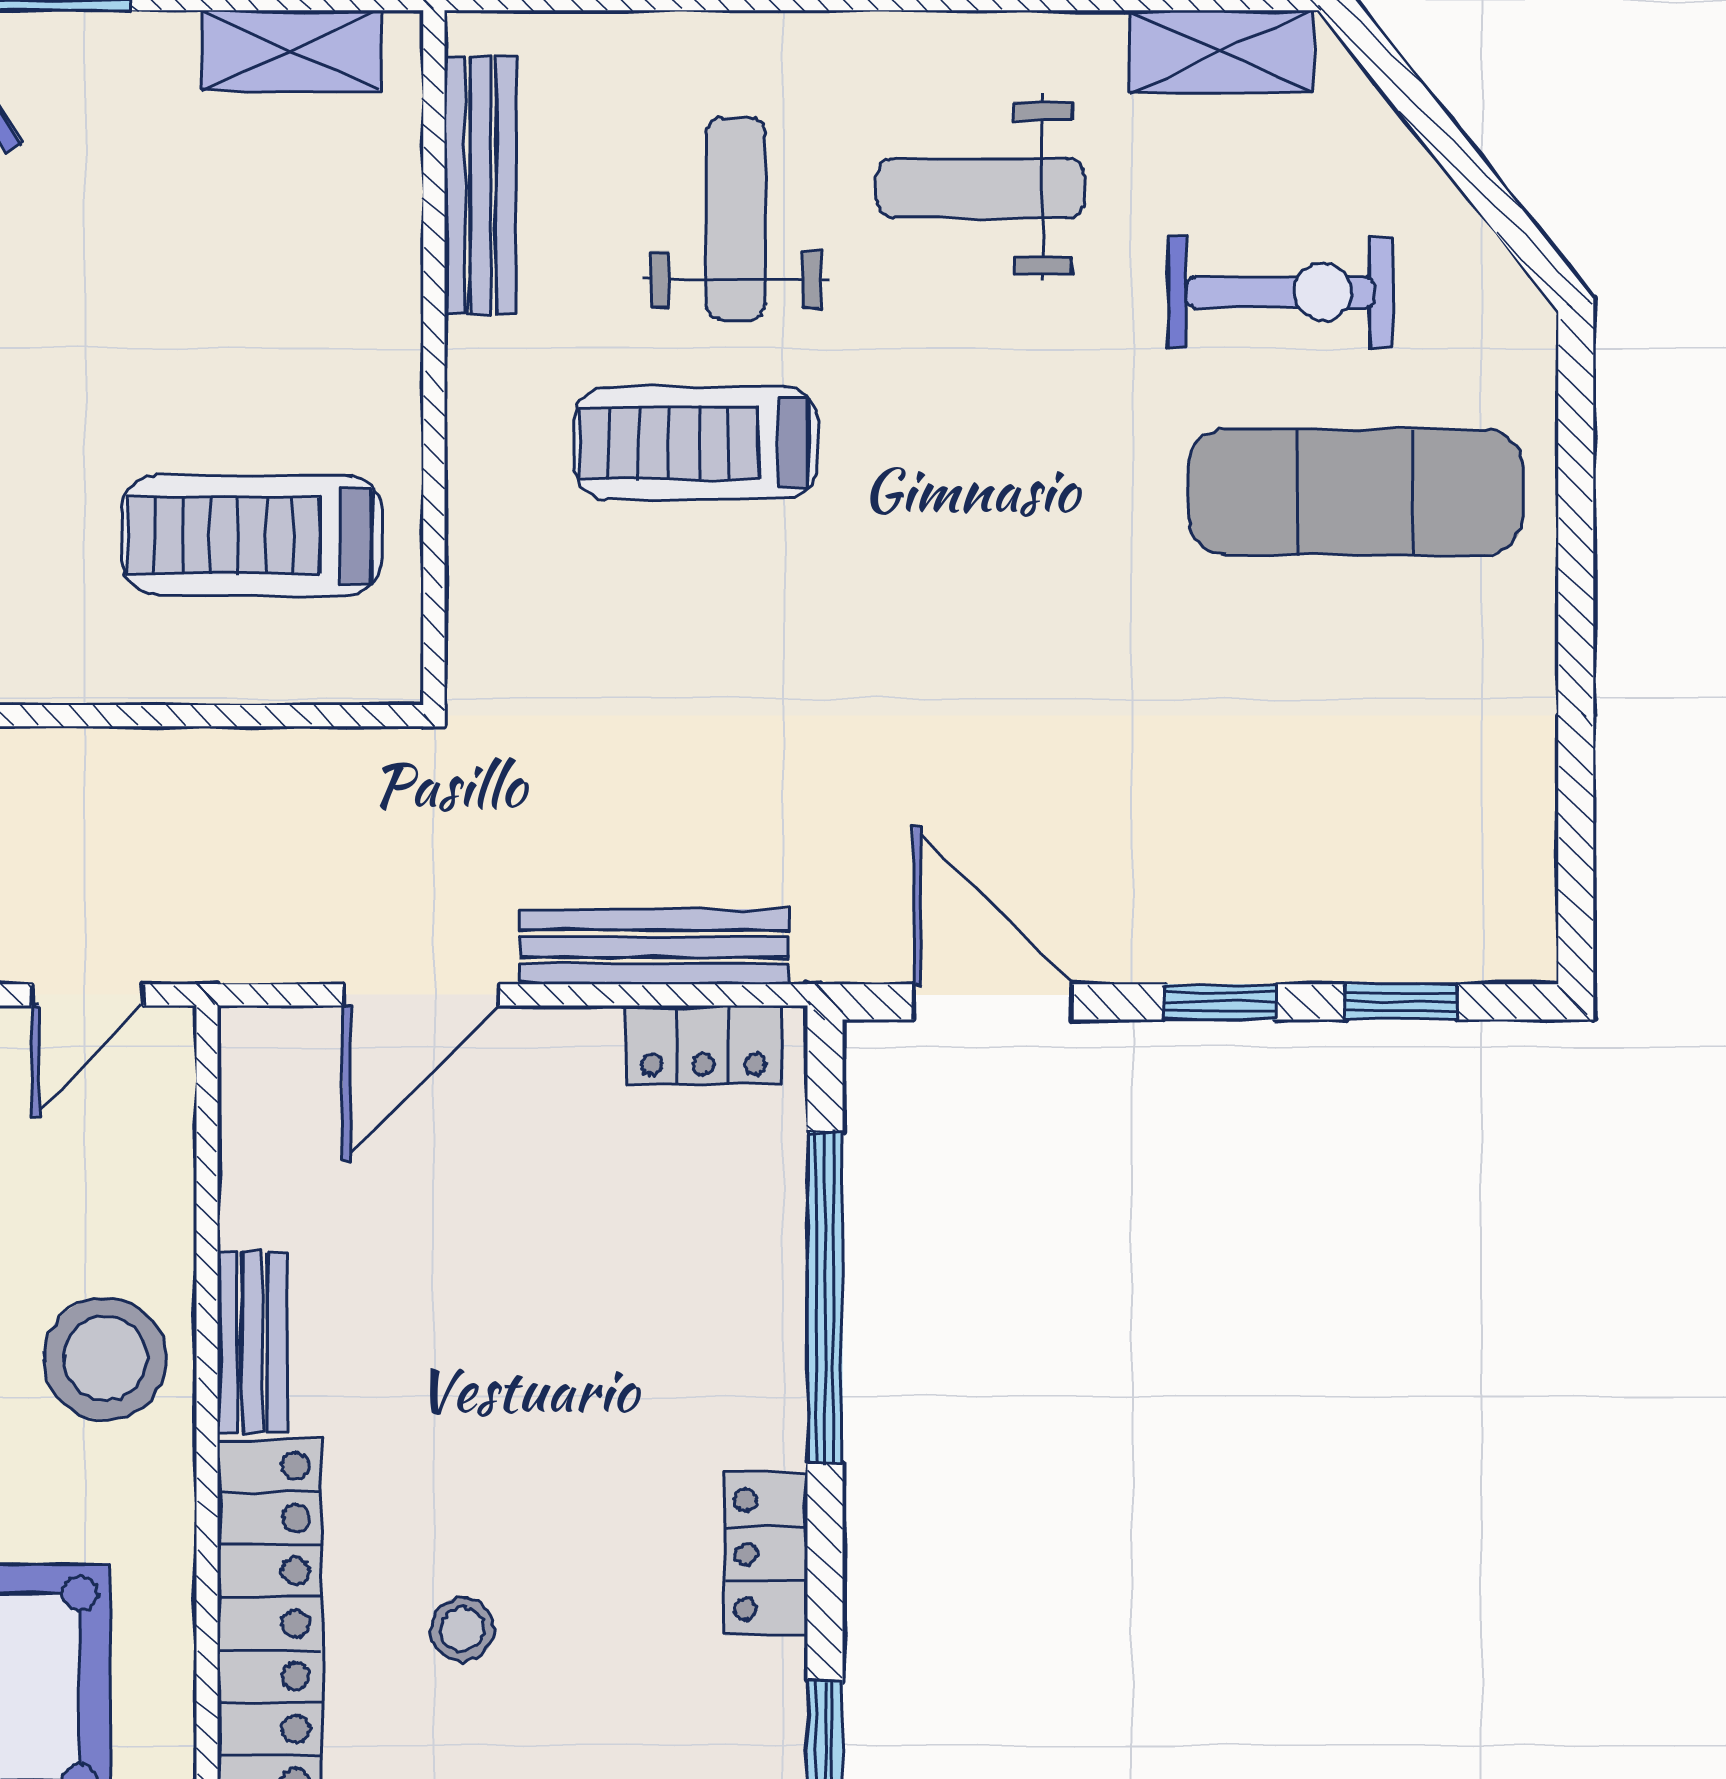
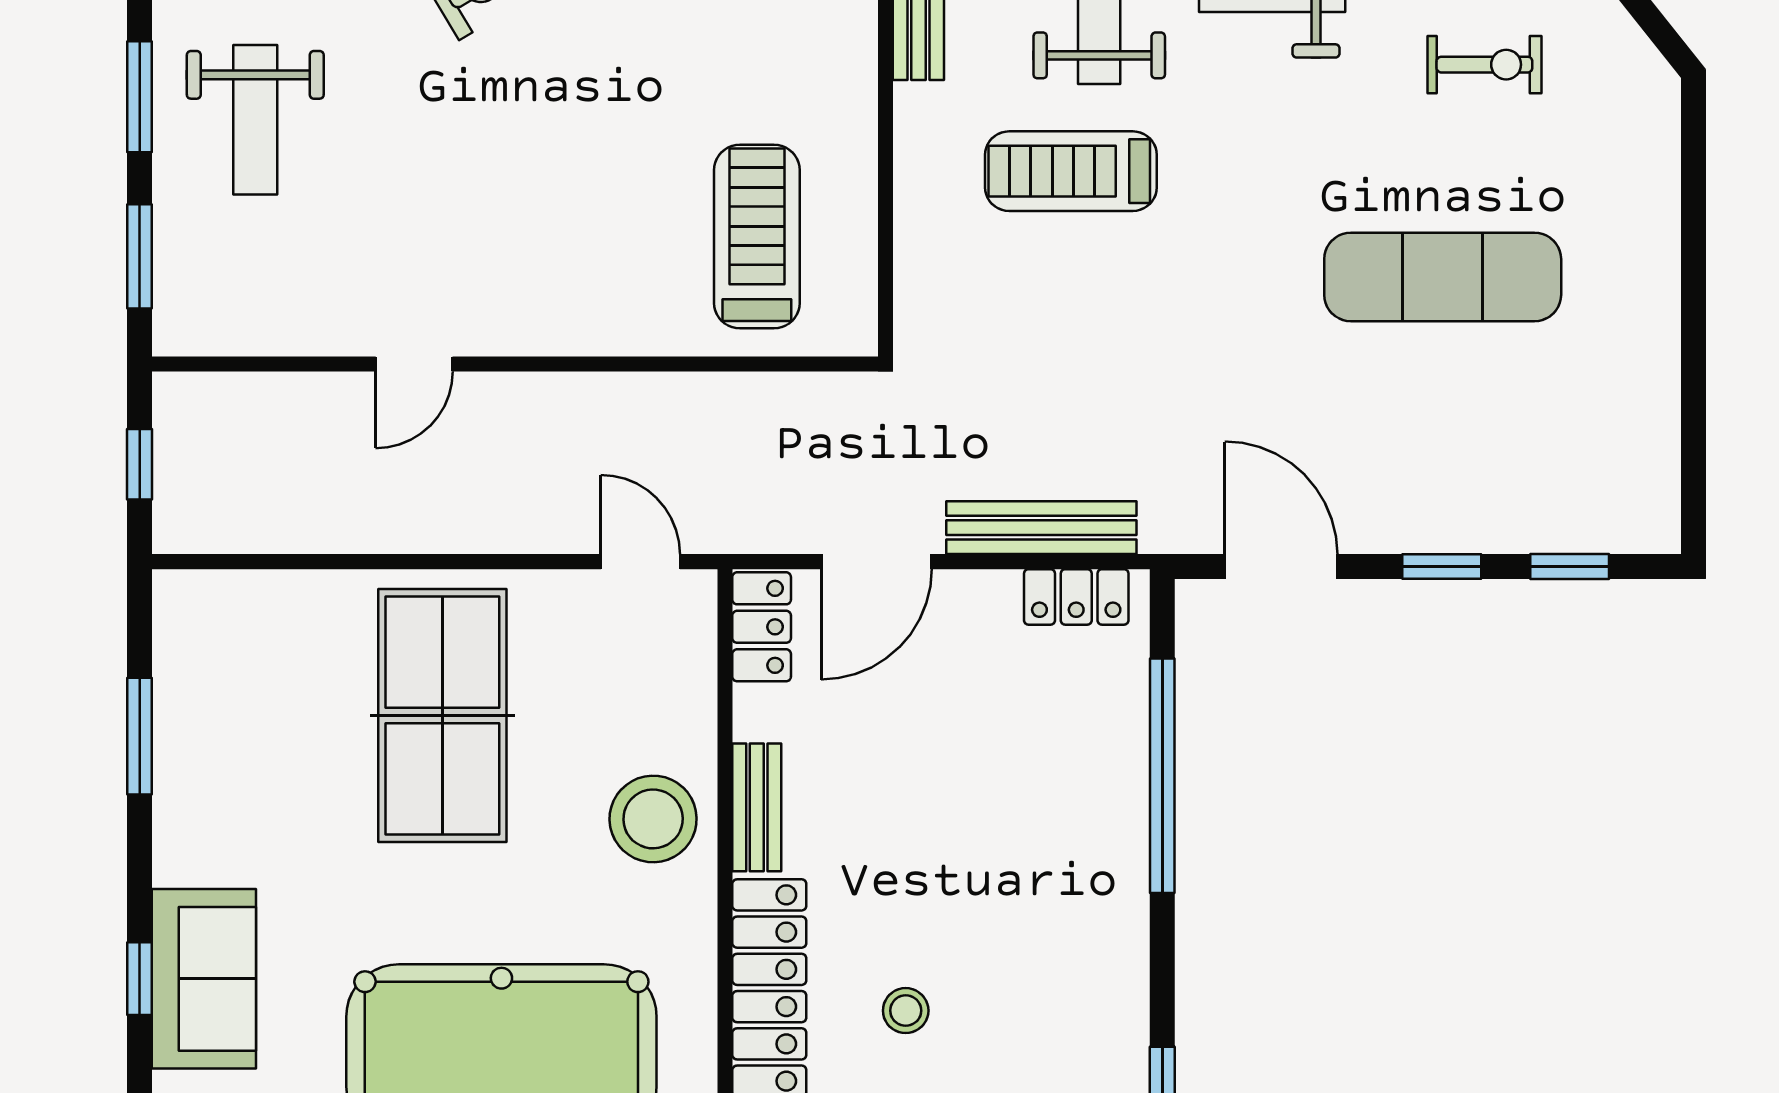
exercise bike: (1280, 292) -> (1484, 65), width x0.73, depth x0.72
exercise mat: (1355, 492) -> (1443, 277), moved
treadmill: (252, 535) -> (757, 237), turned 90
door: (88, 995) -> (640, 562), swing flipped
locker: (766, 1554) -> (762, 627), moved, turned 180

